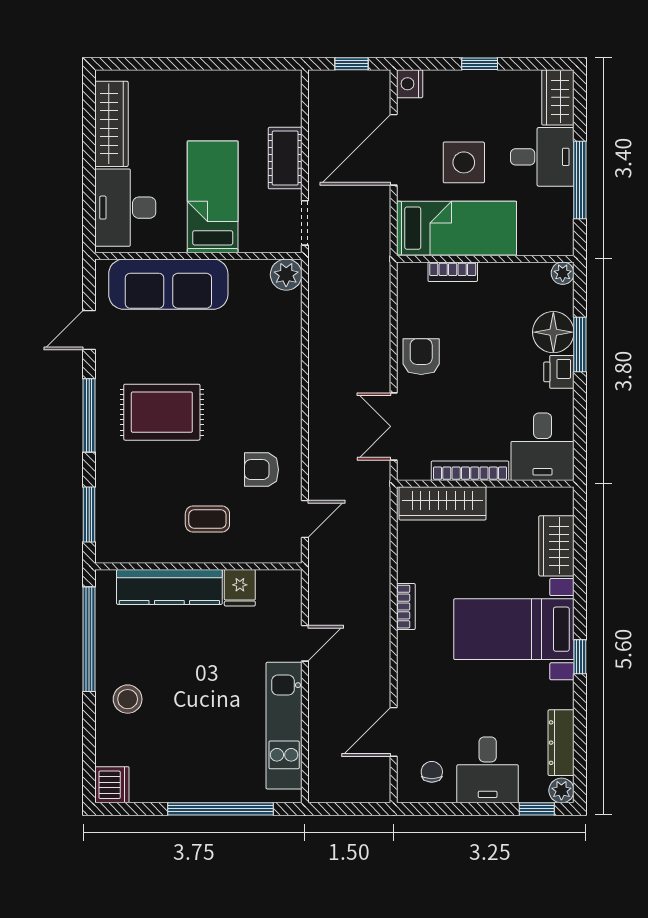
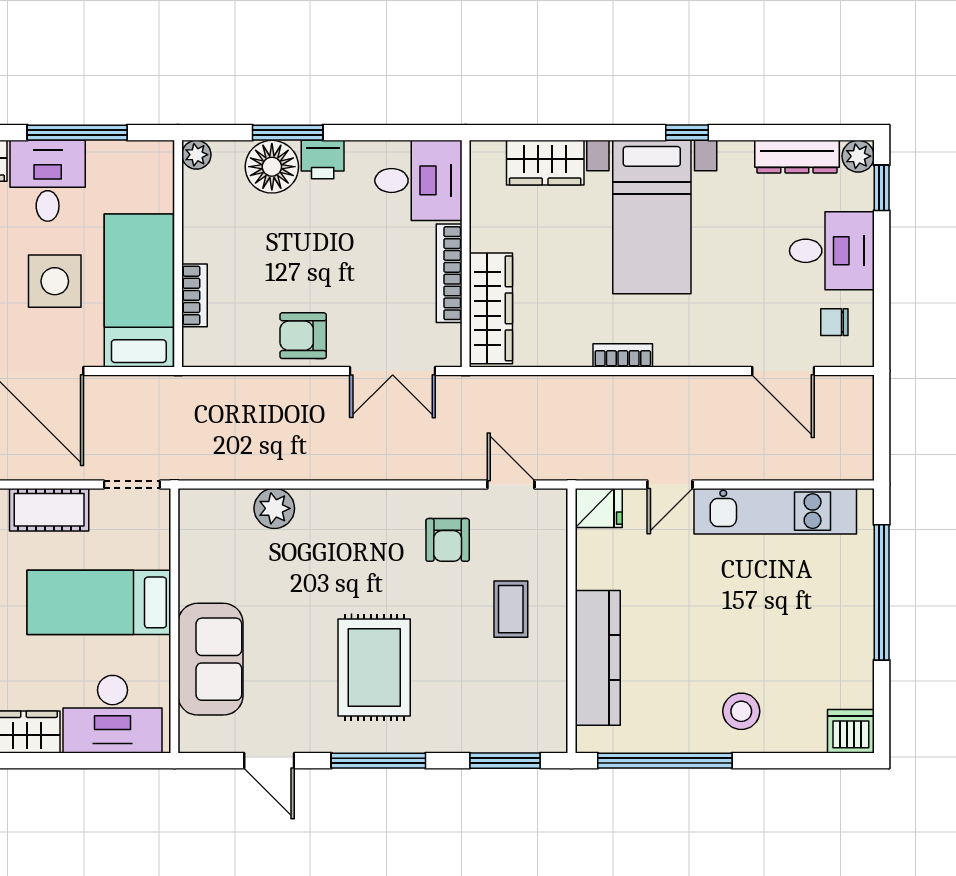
plant: (286, 275) -> (274, 508), moved
sofa: (168, 284) -> (210, 659), width x0.73
fridge: (240, 588) -> (599, 508), moved
door: (305, 643) -> (670, 484), swing flipped

